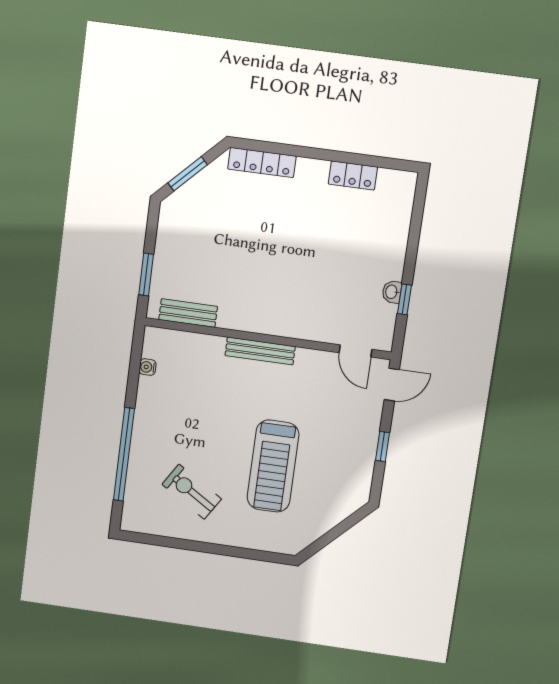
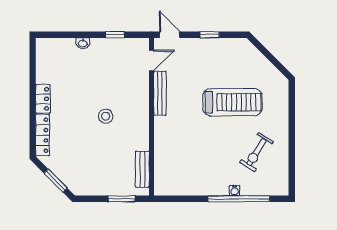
locker: (353, 175) -> (43, 99), moved
stool: (278, 267) -> (106, 116), added
washbasin: (392, 292) -> (83, 43), moved
bench: (260, 351) -> (160, 93), moved
water cooler: (147, 367) -> (235, 191), moved

